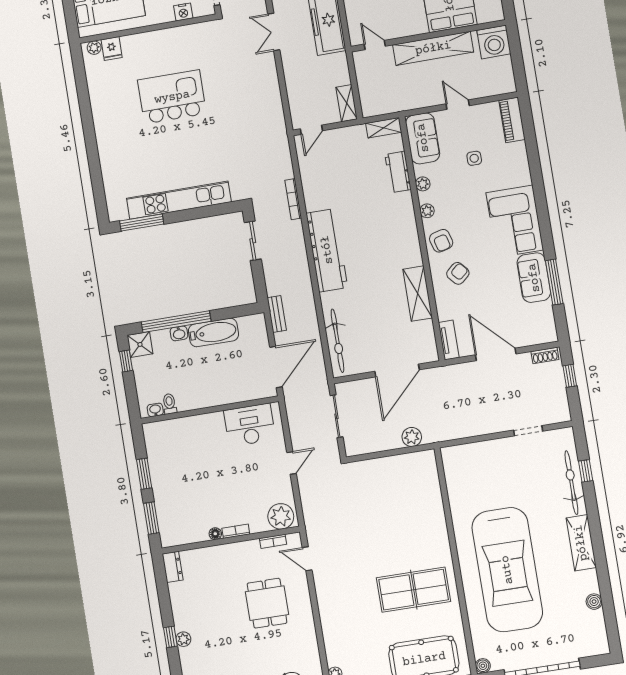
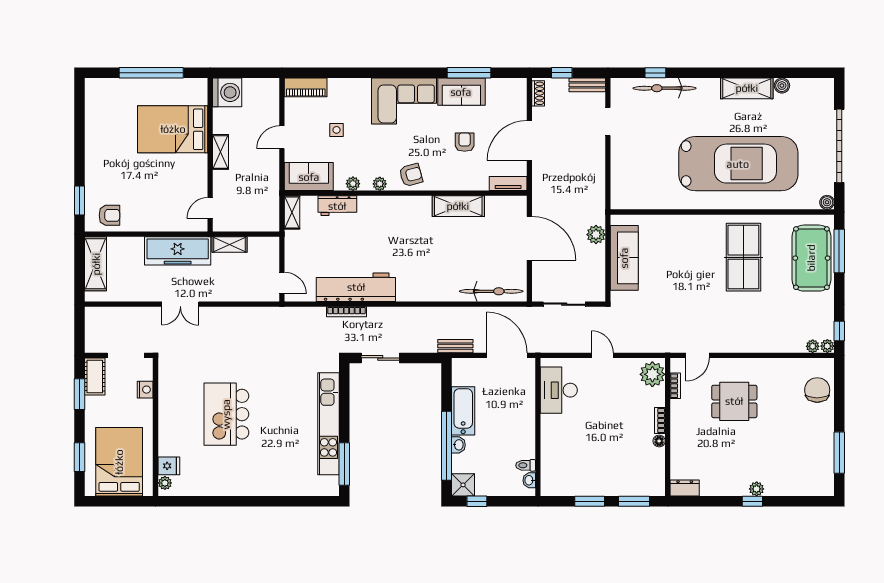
shelving: (433, 48) -> (221, 152), width x0.45, depth x0.75
shelving: (347, 103) -> (229, 245), moved
workbench: (327, 250) -> (356, 287), moved
armchair: (458, 273) -> (465, 142), moved, turned 41
bench: (562, 404) -> (587, 85), added
sofa: (393, 469) -> (624, 258), added
shelving: (581, 543) -> (747, 88), moved

